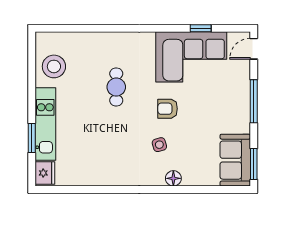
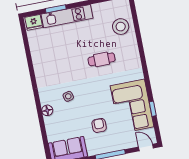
stool: (54, 66) -> (121, 27), moved
armchair: (168, 109) -> (99, 125), moved

